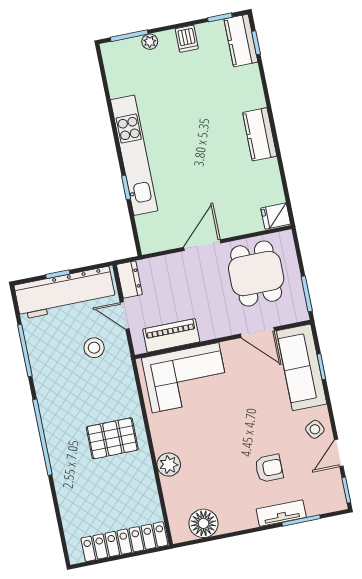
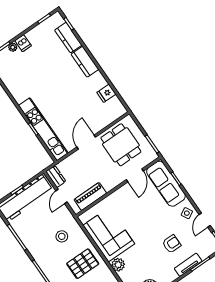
dishwasher: (187, 39) -> (23, 43), moved
kitchen counter: (241, 40) -> (68, 38), moved
kitchen counter: (260, 134) -> (85, 62), moved
kitchen unit: (134, 155) -> (43, 129), moved
fridge: (276, 216) -> (106, 93), moved
door: (125, 316) -> (61, 196), hinge flipped
door: (257, 332) -> (135, 175), hinge flipped
stool: (94, 348) -> (62, 236), moved
corner sofa: (186, 378) -> (109, 235), moved, turned -90

